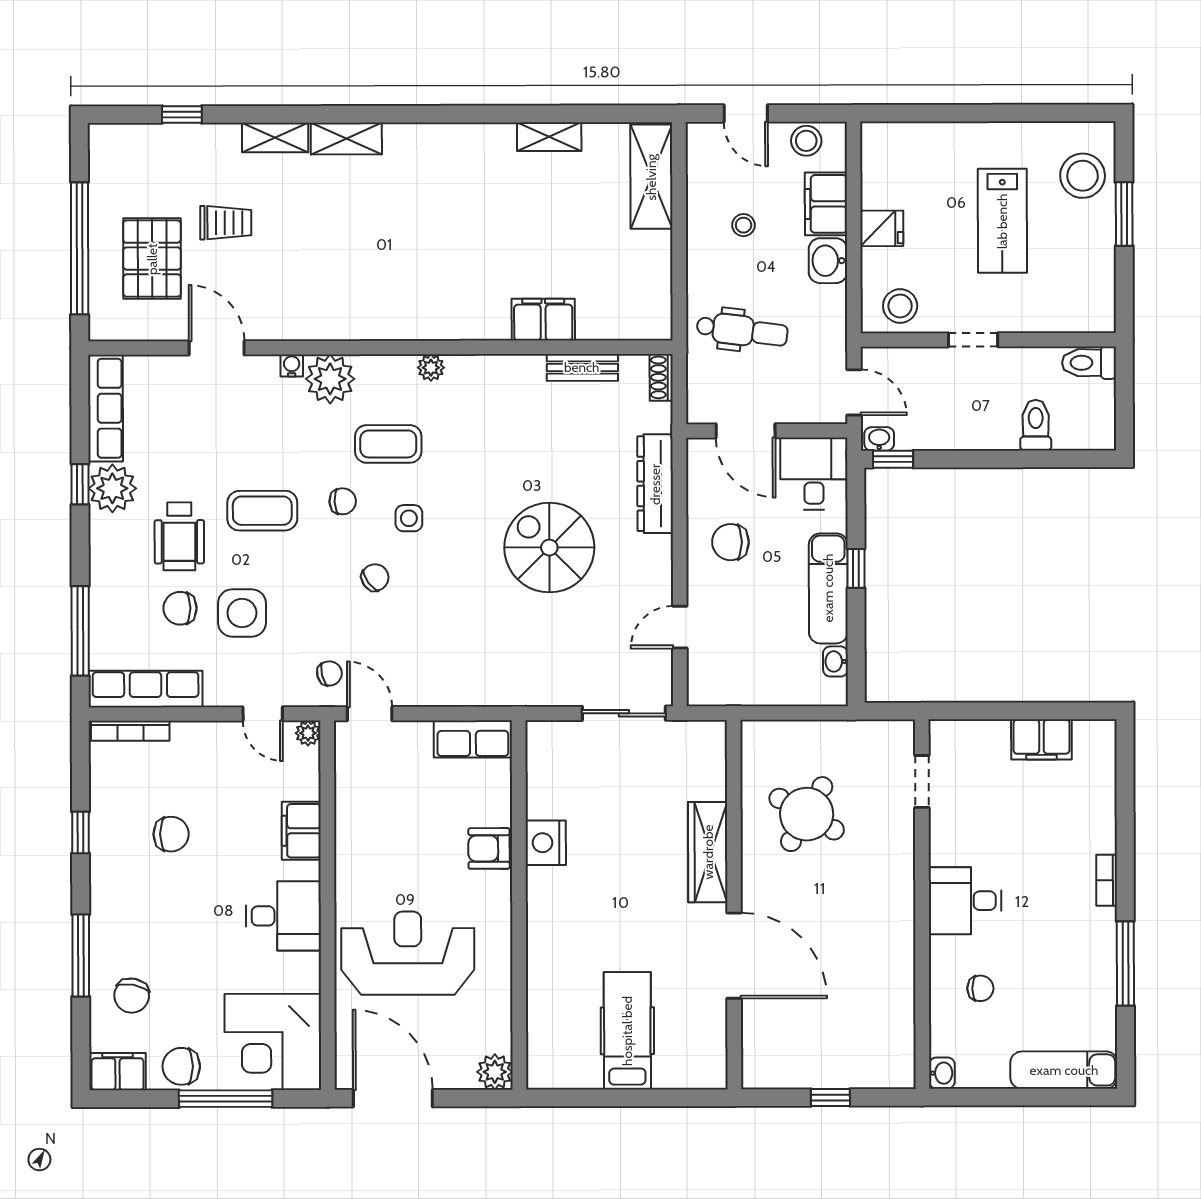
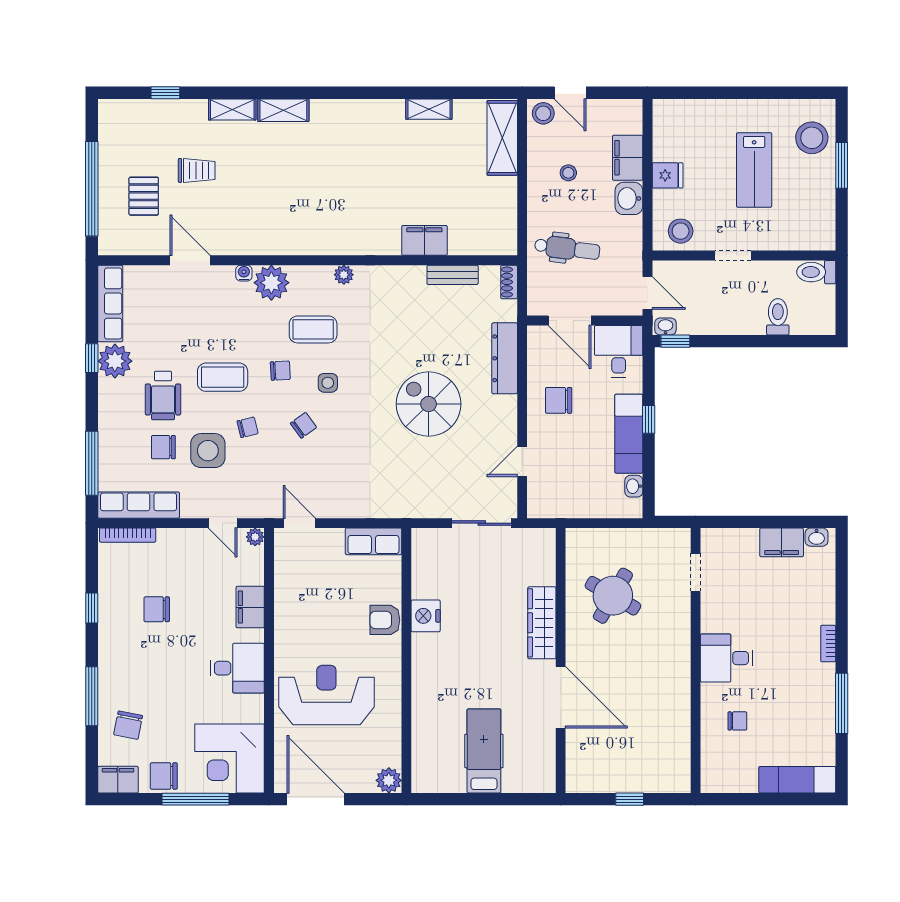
stool: (806, 141) -> (543, 113), moved
pallet: (152, 259) -> (144, 196), width x0.67, depth x0.71
chair: (329, 673) -> (248, 427), moved
chair: (171, 834) -> (157, 609), turned 180
washbasin: (942, 1073) -> (817, 537), moved, turned 90

